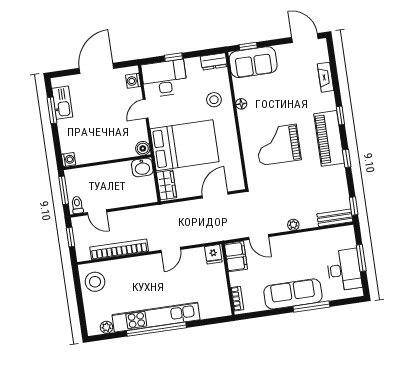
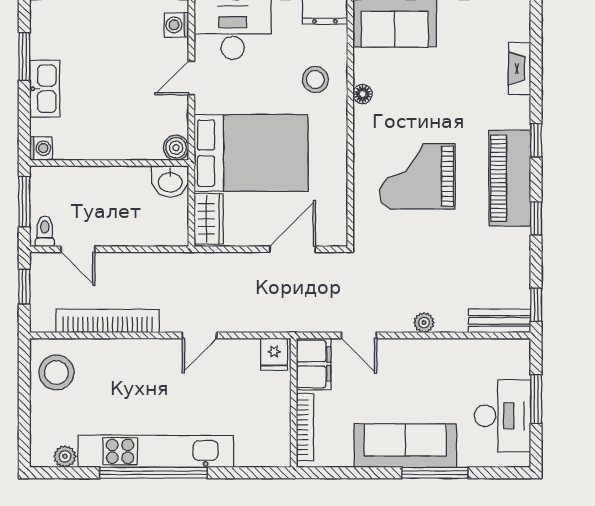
kitchen sink: (62, 103) -> (45, 89), moved
bookcase: (237, 299) -> (305, 427), width x1.56

